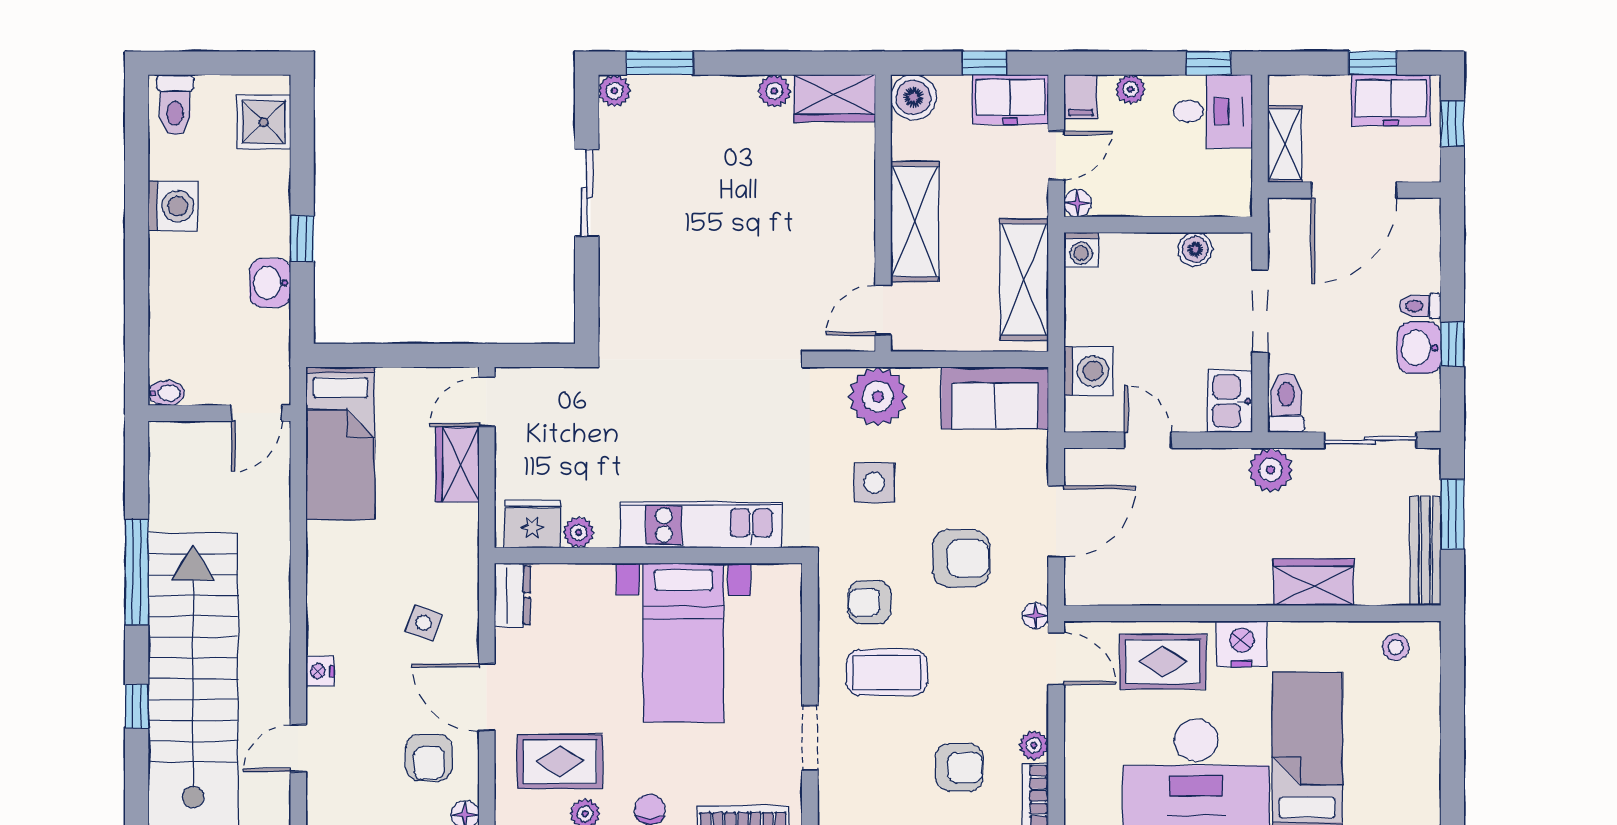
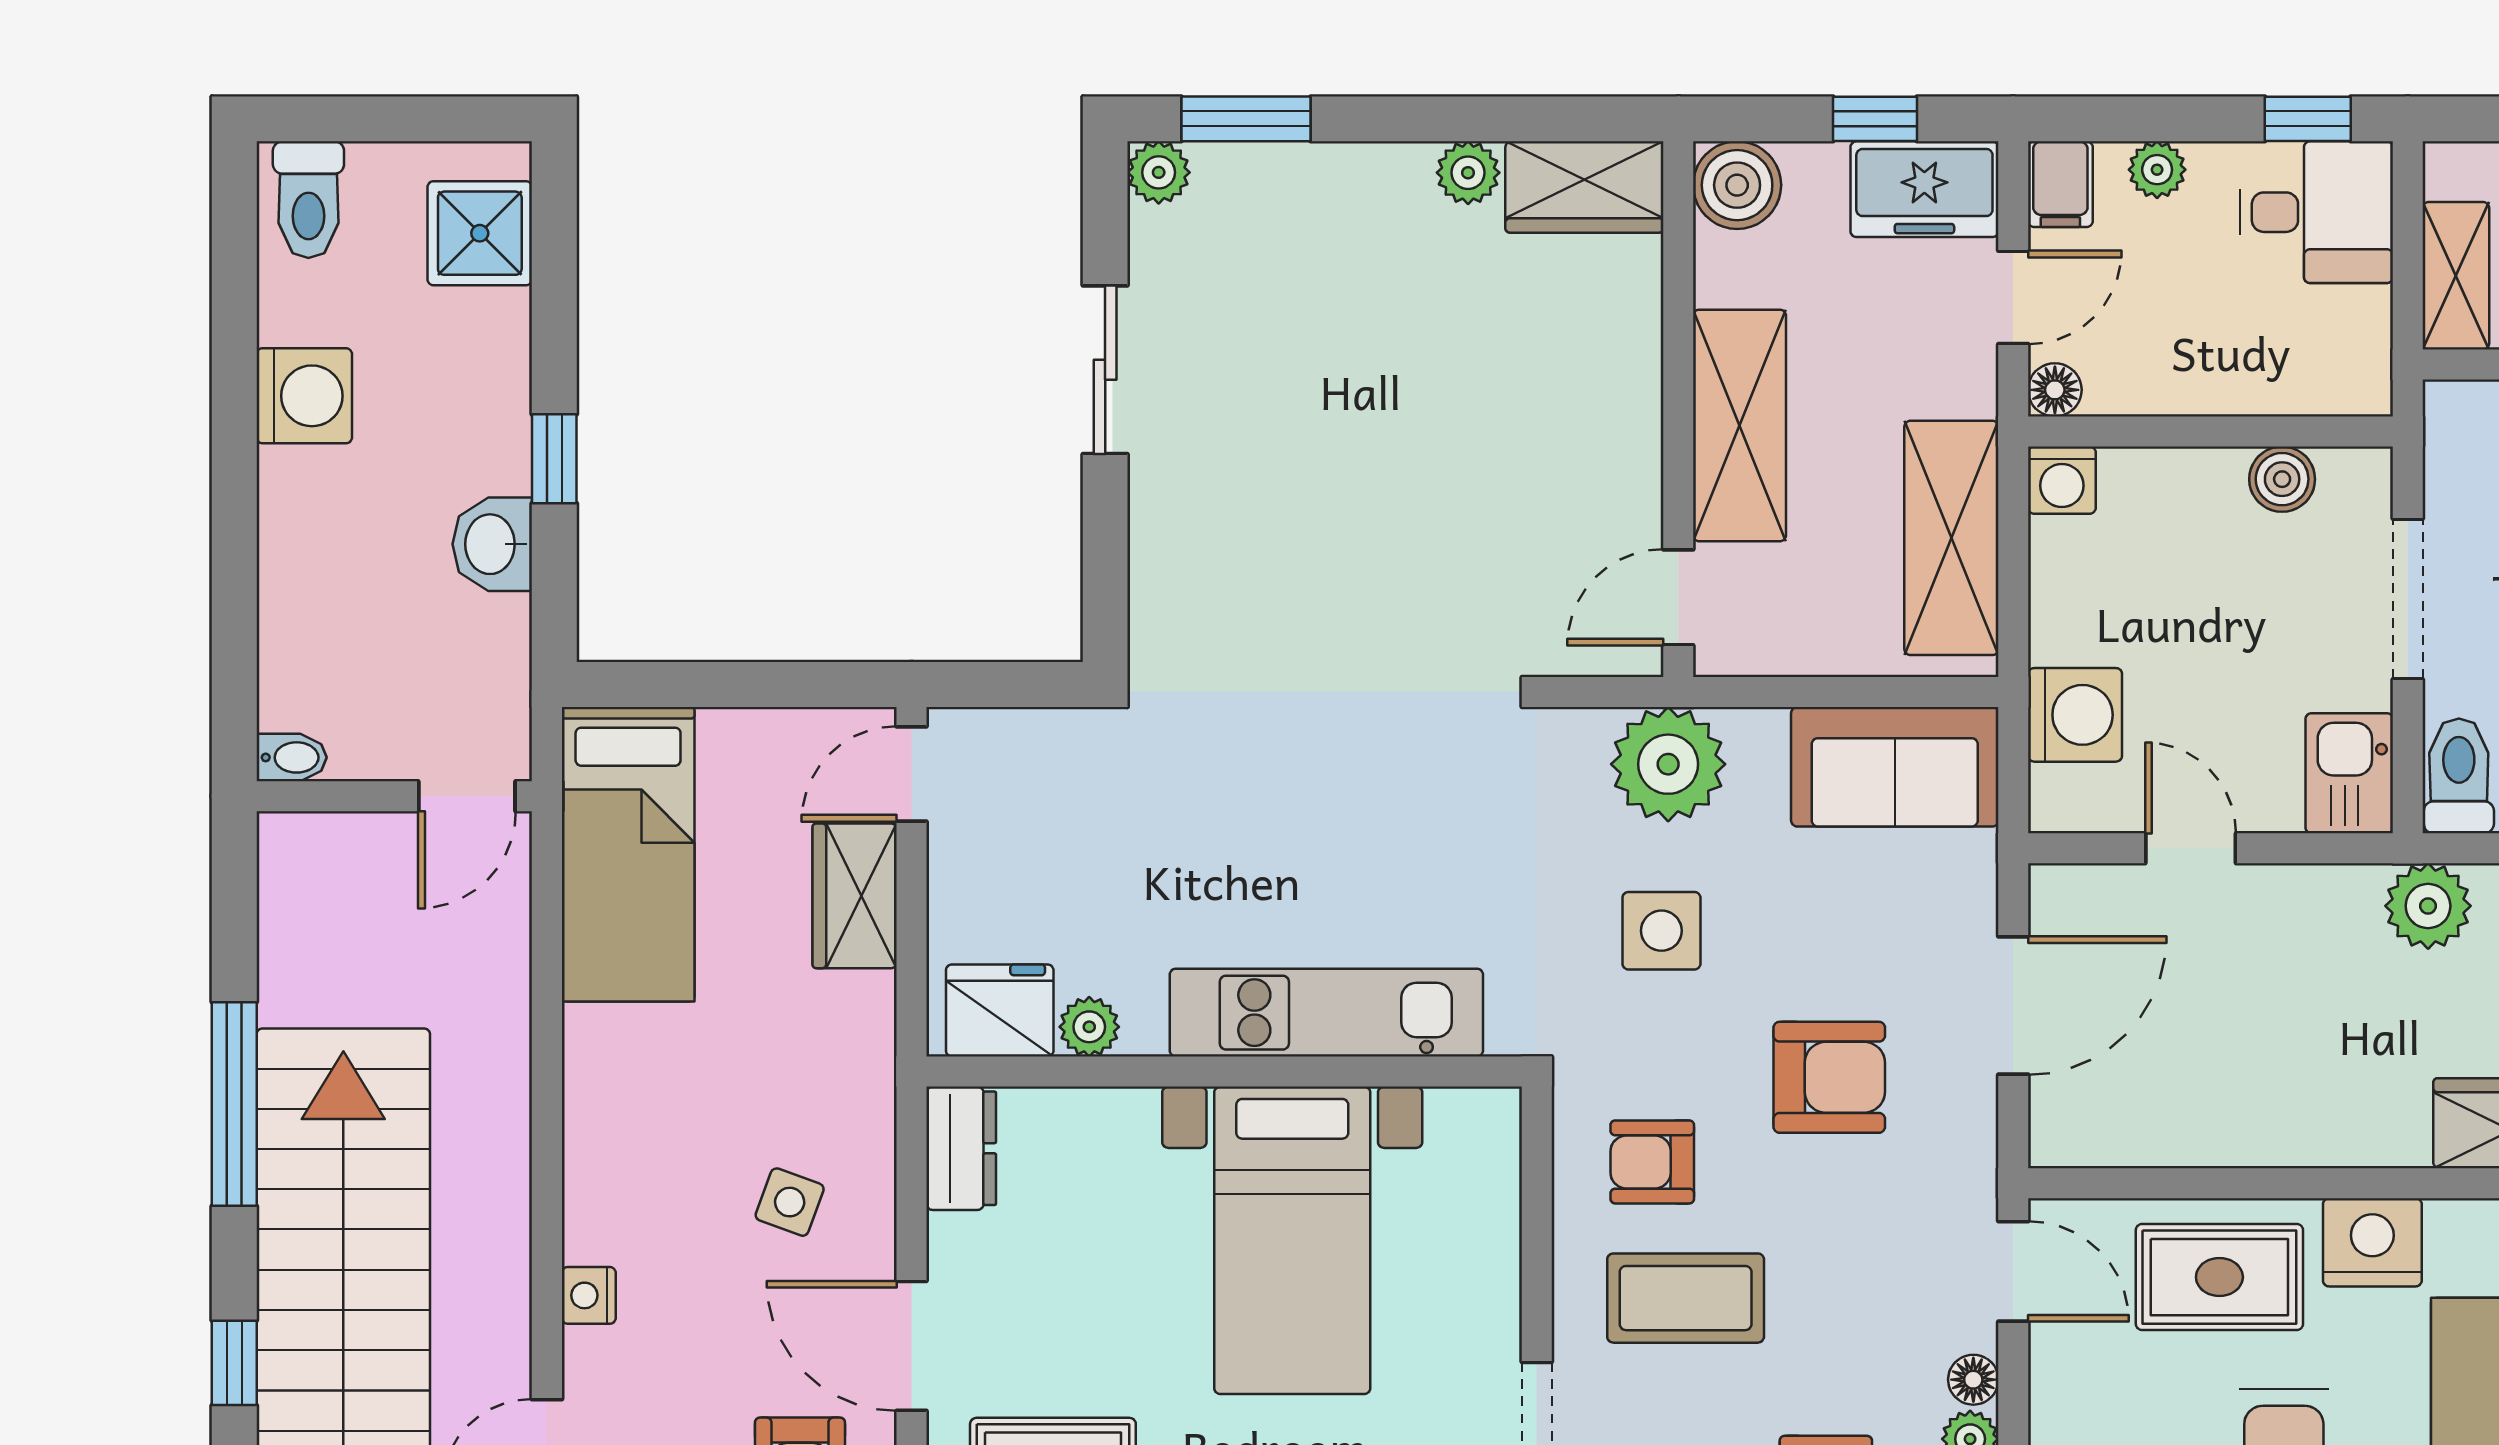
floor lamp: (1035, 616) -> (1973, 1380), moved

